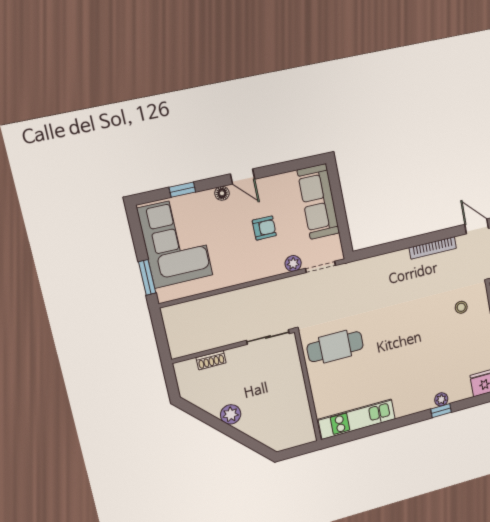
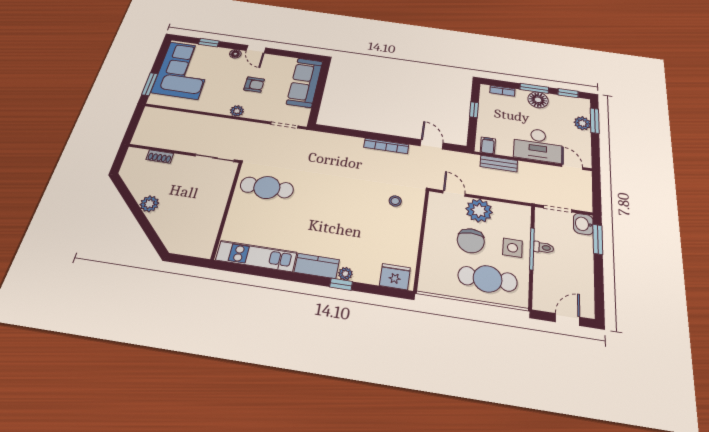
plant: (293, 263) -> (237, 111), moved
kitchen counter: (414, 404) -> (317, 266), added

